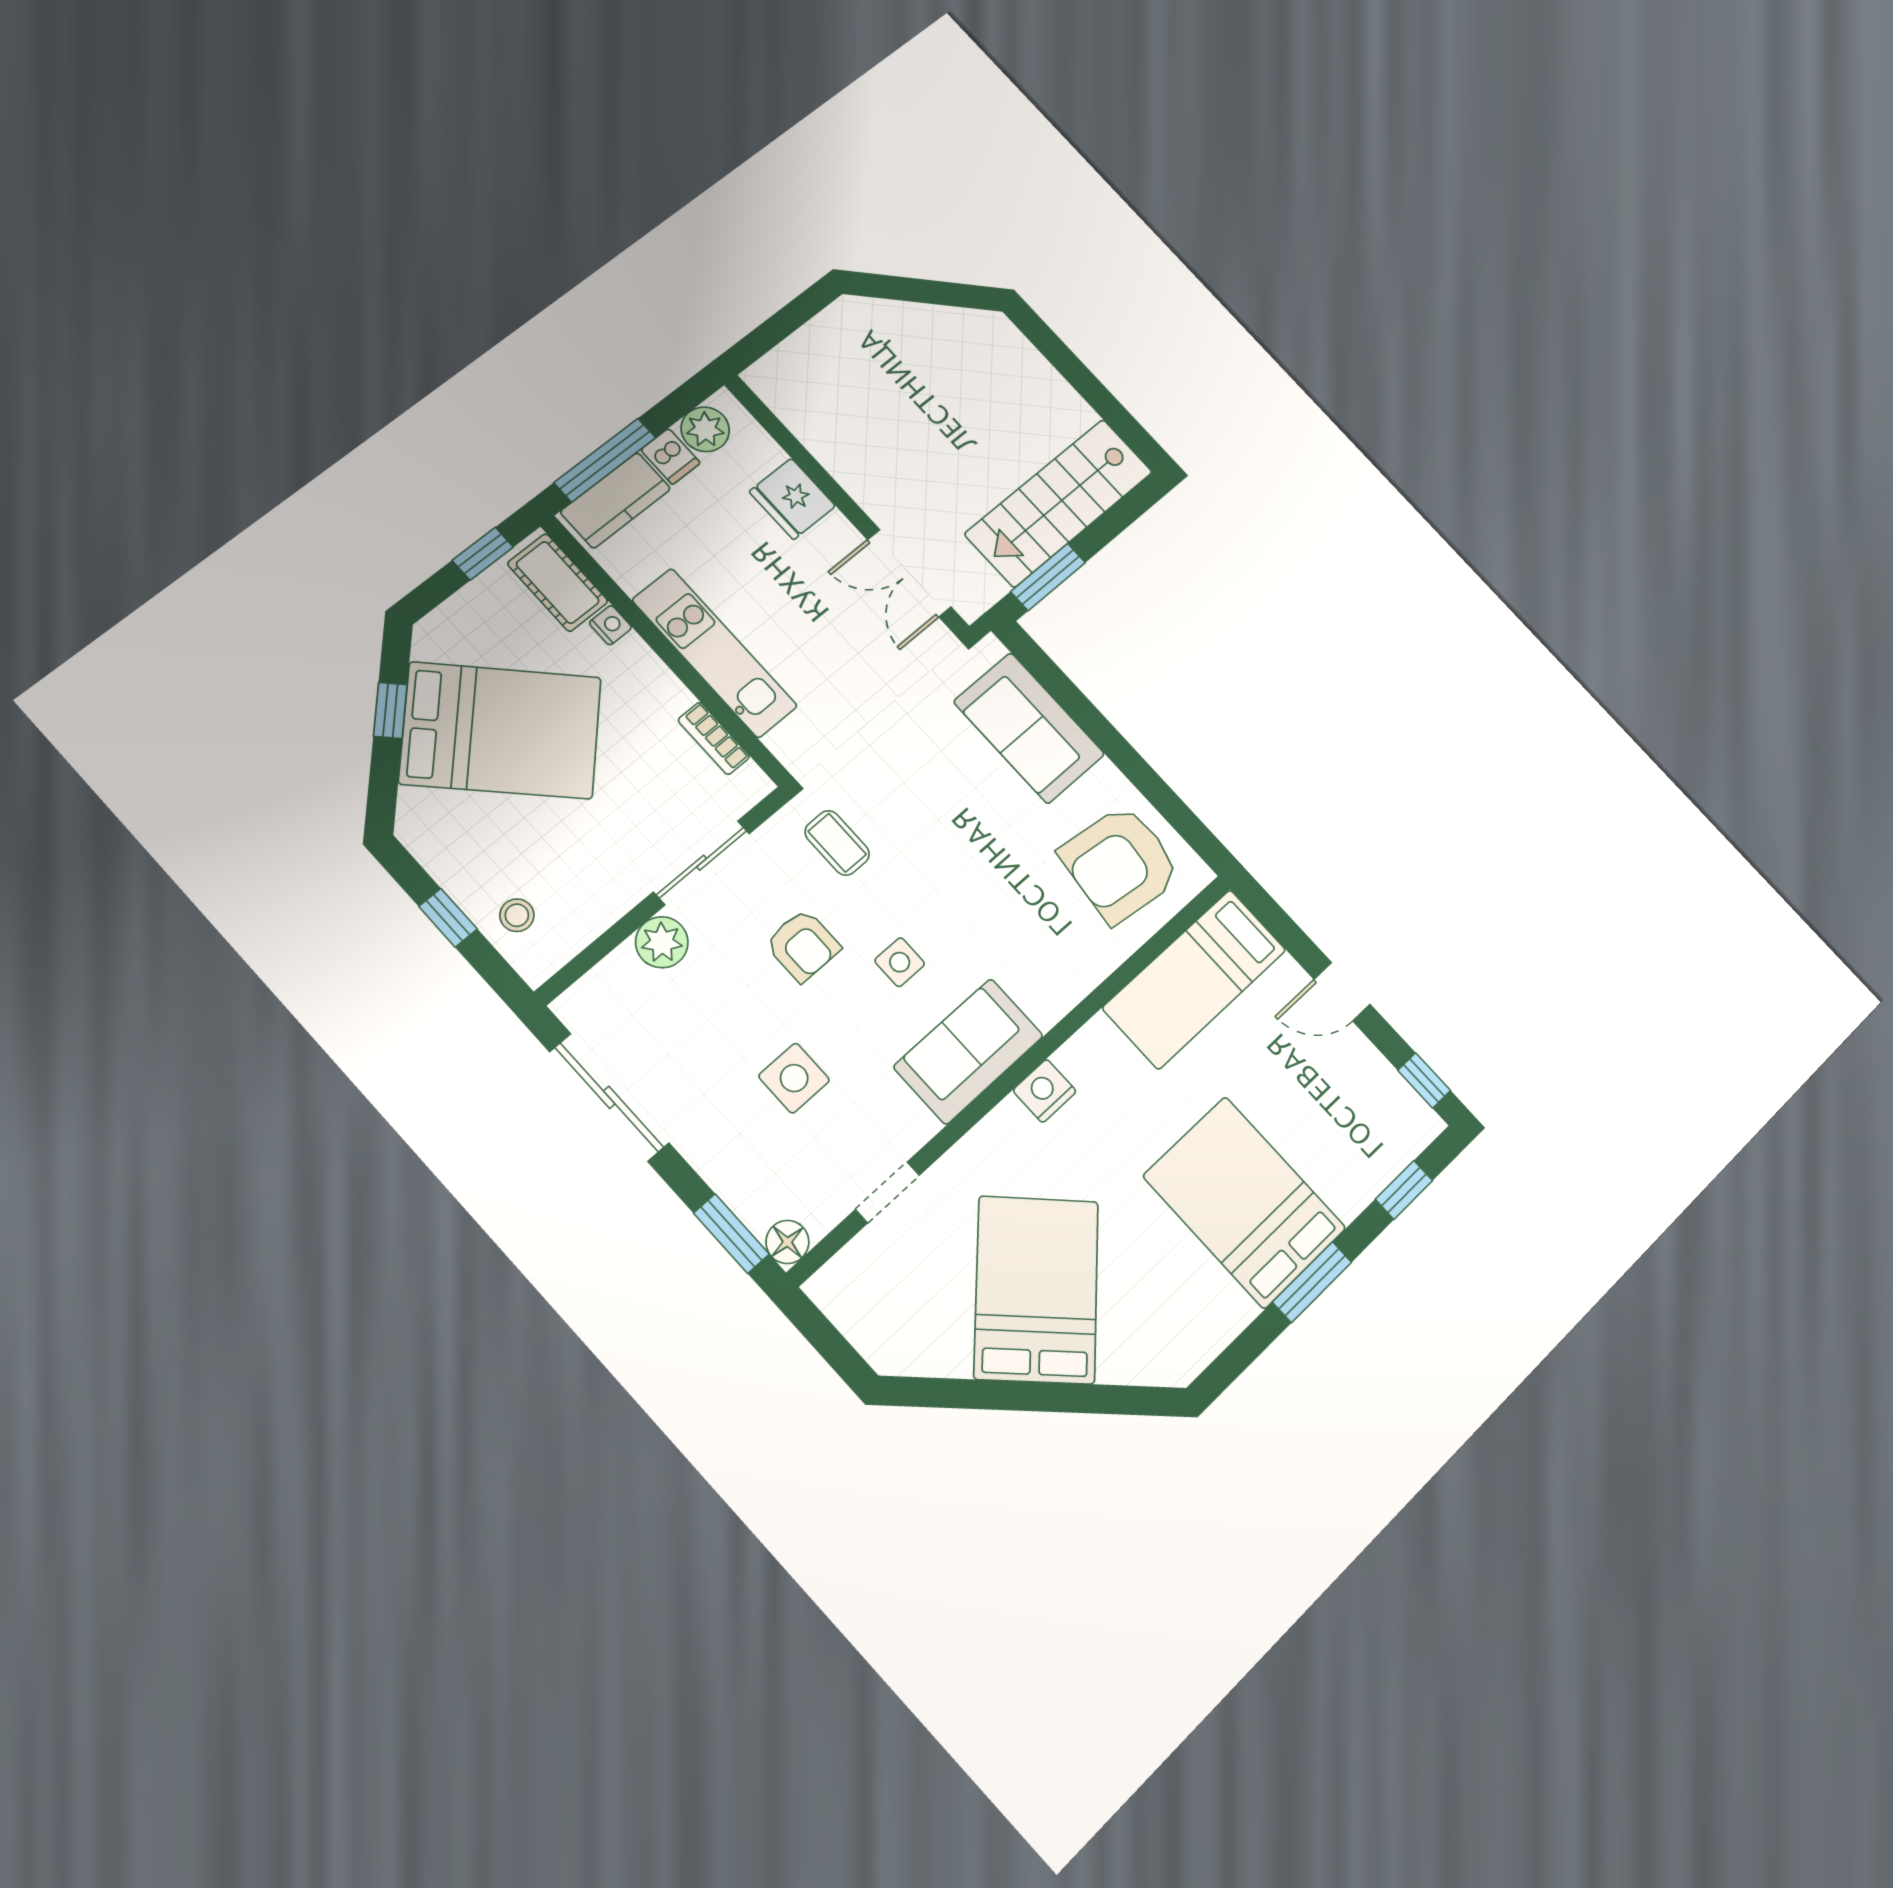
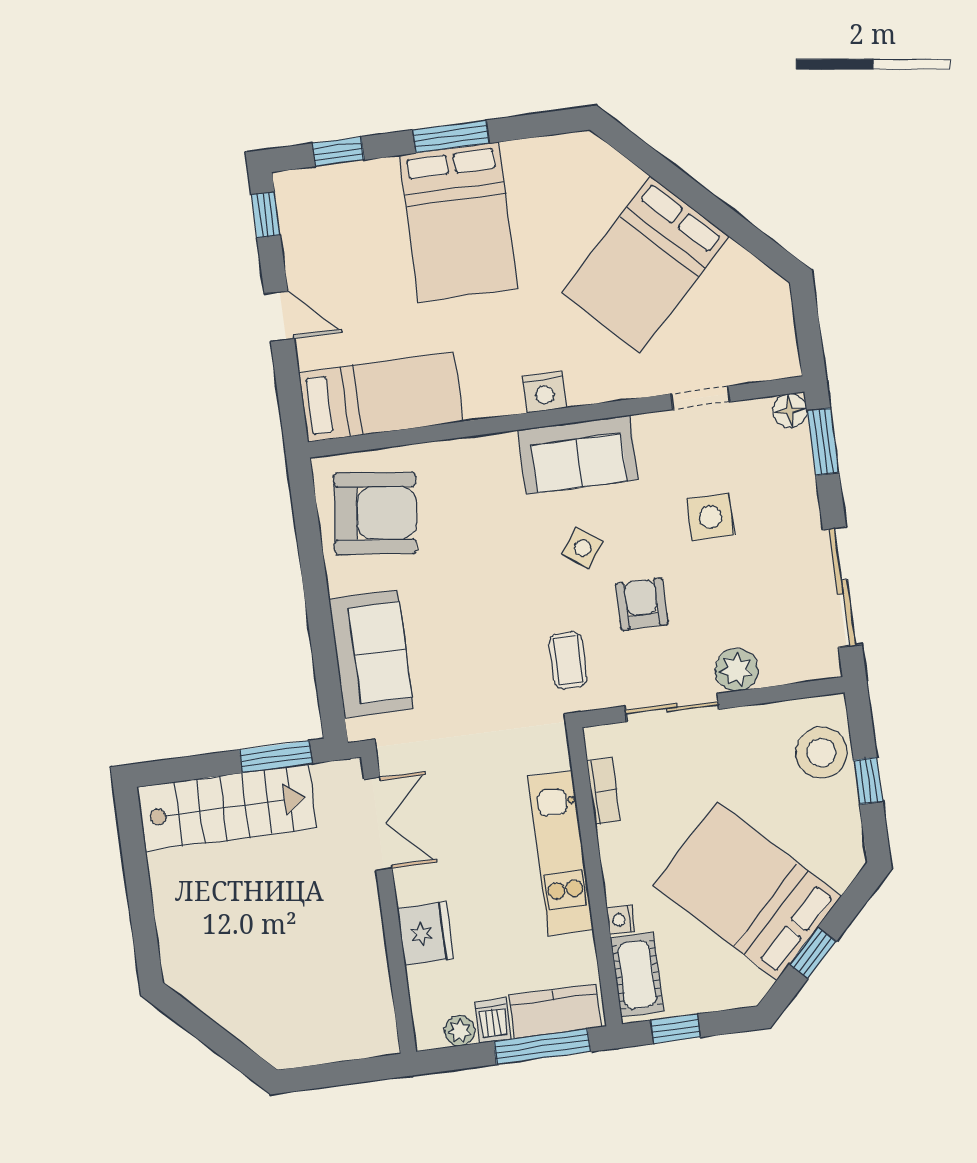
plant: (705, 429) -> (460, 1031), width x0.73, depth x0.73
stool: (517, 915) -> (821, 753), width x1.89, depth x1.89
side table: (900, 962) -> (583, 548), turned 36

